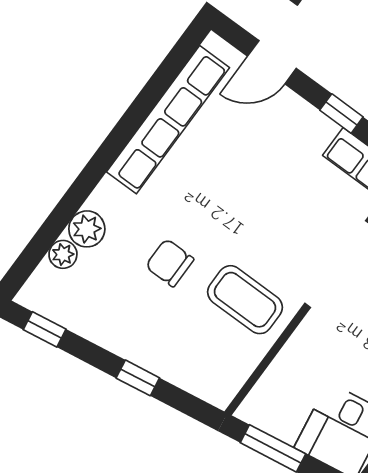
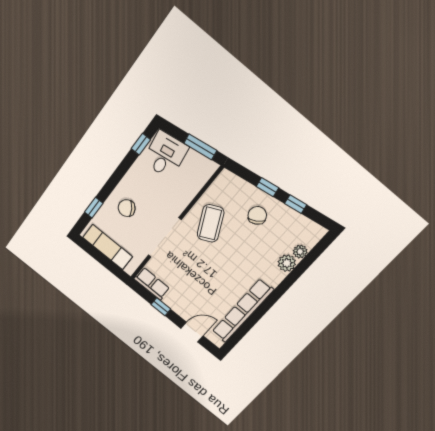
chair: (170, 263) -> (257, 215), moved, turned -121
coffee table: (245, 300) -> (211, 223), turned 64
window: (45, 329) -> (296, 204), moved

